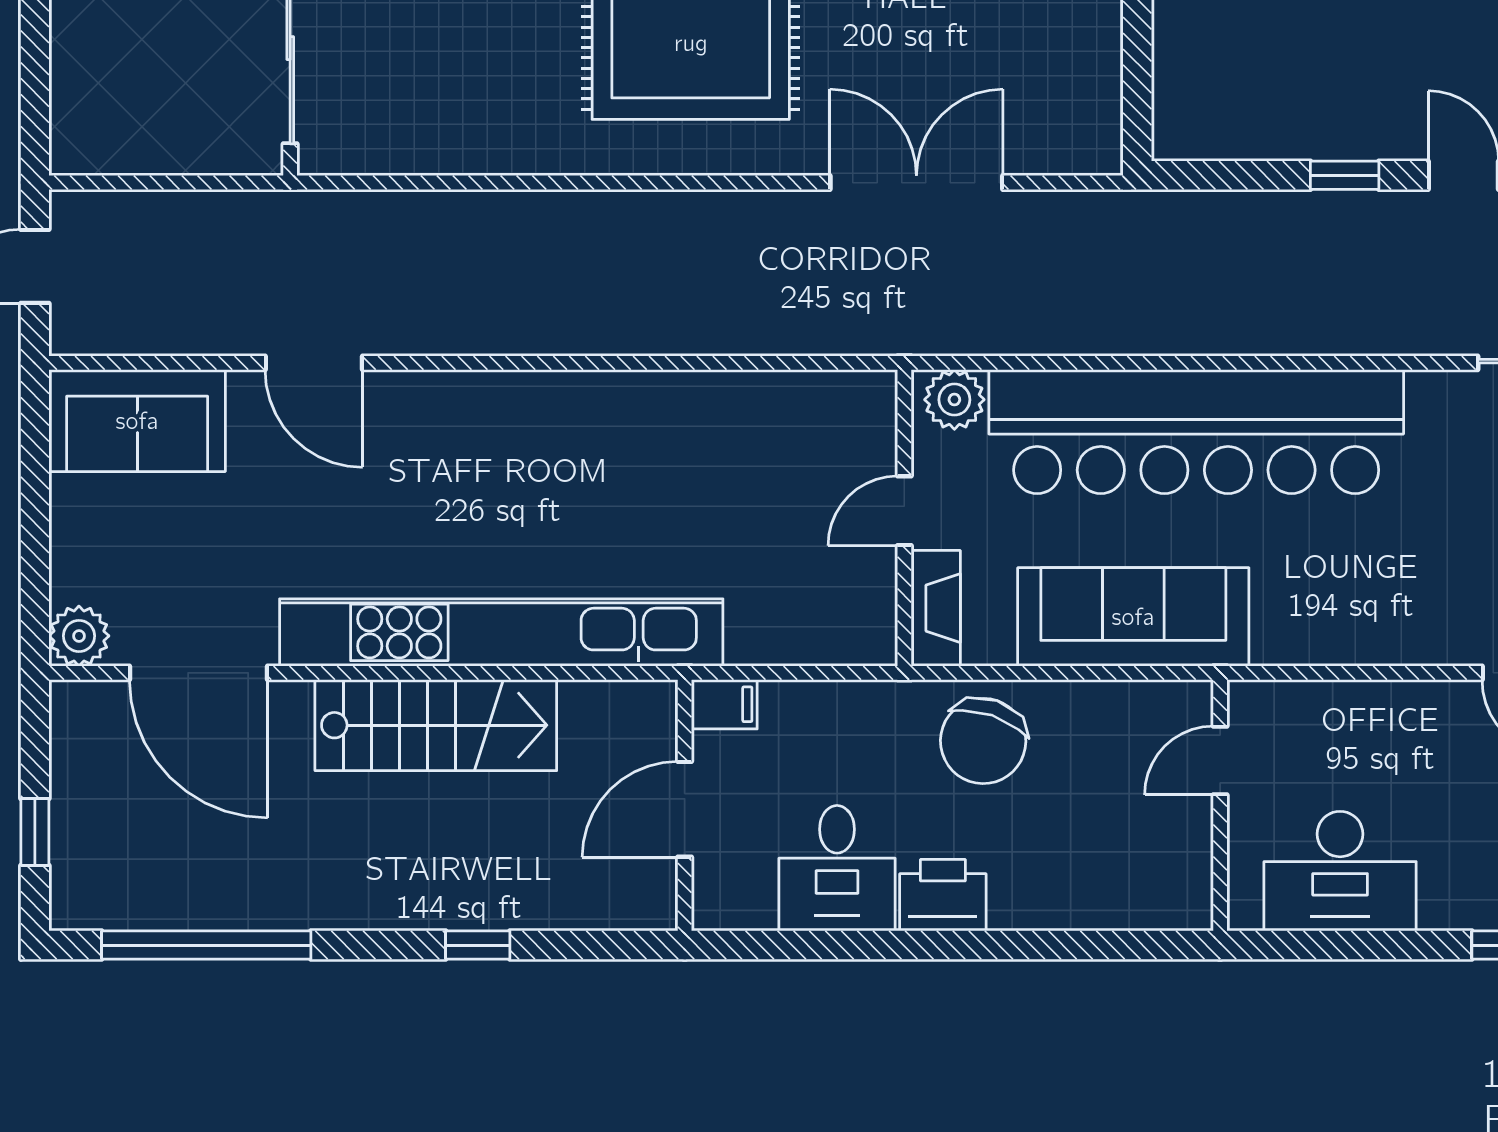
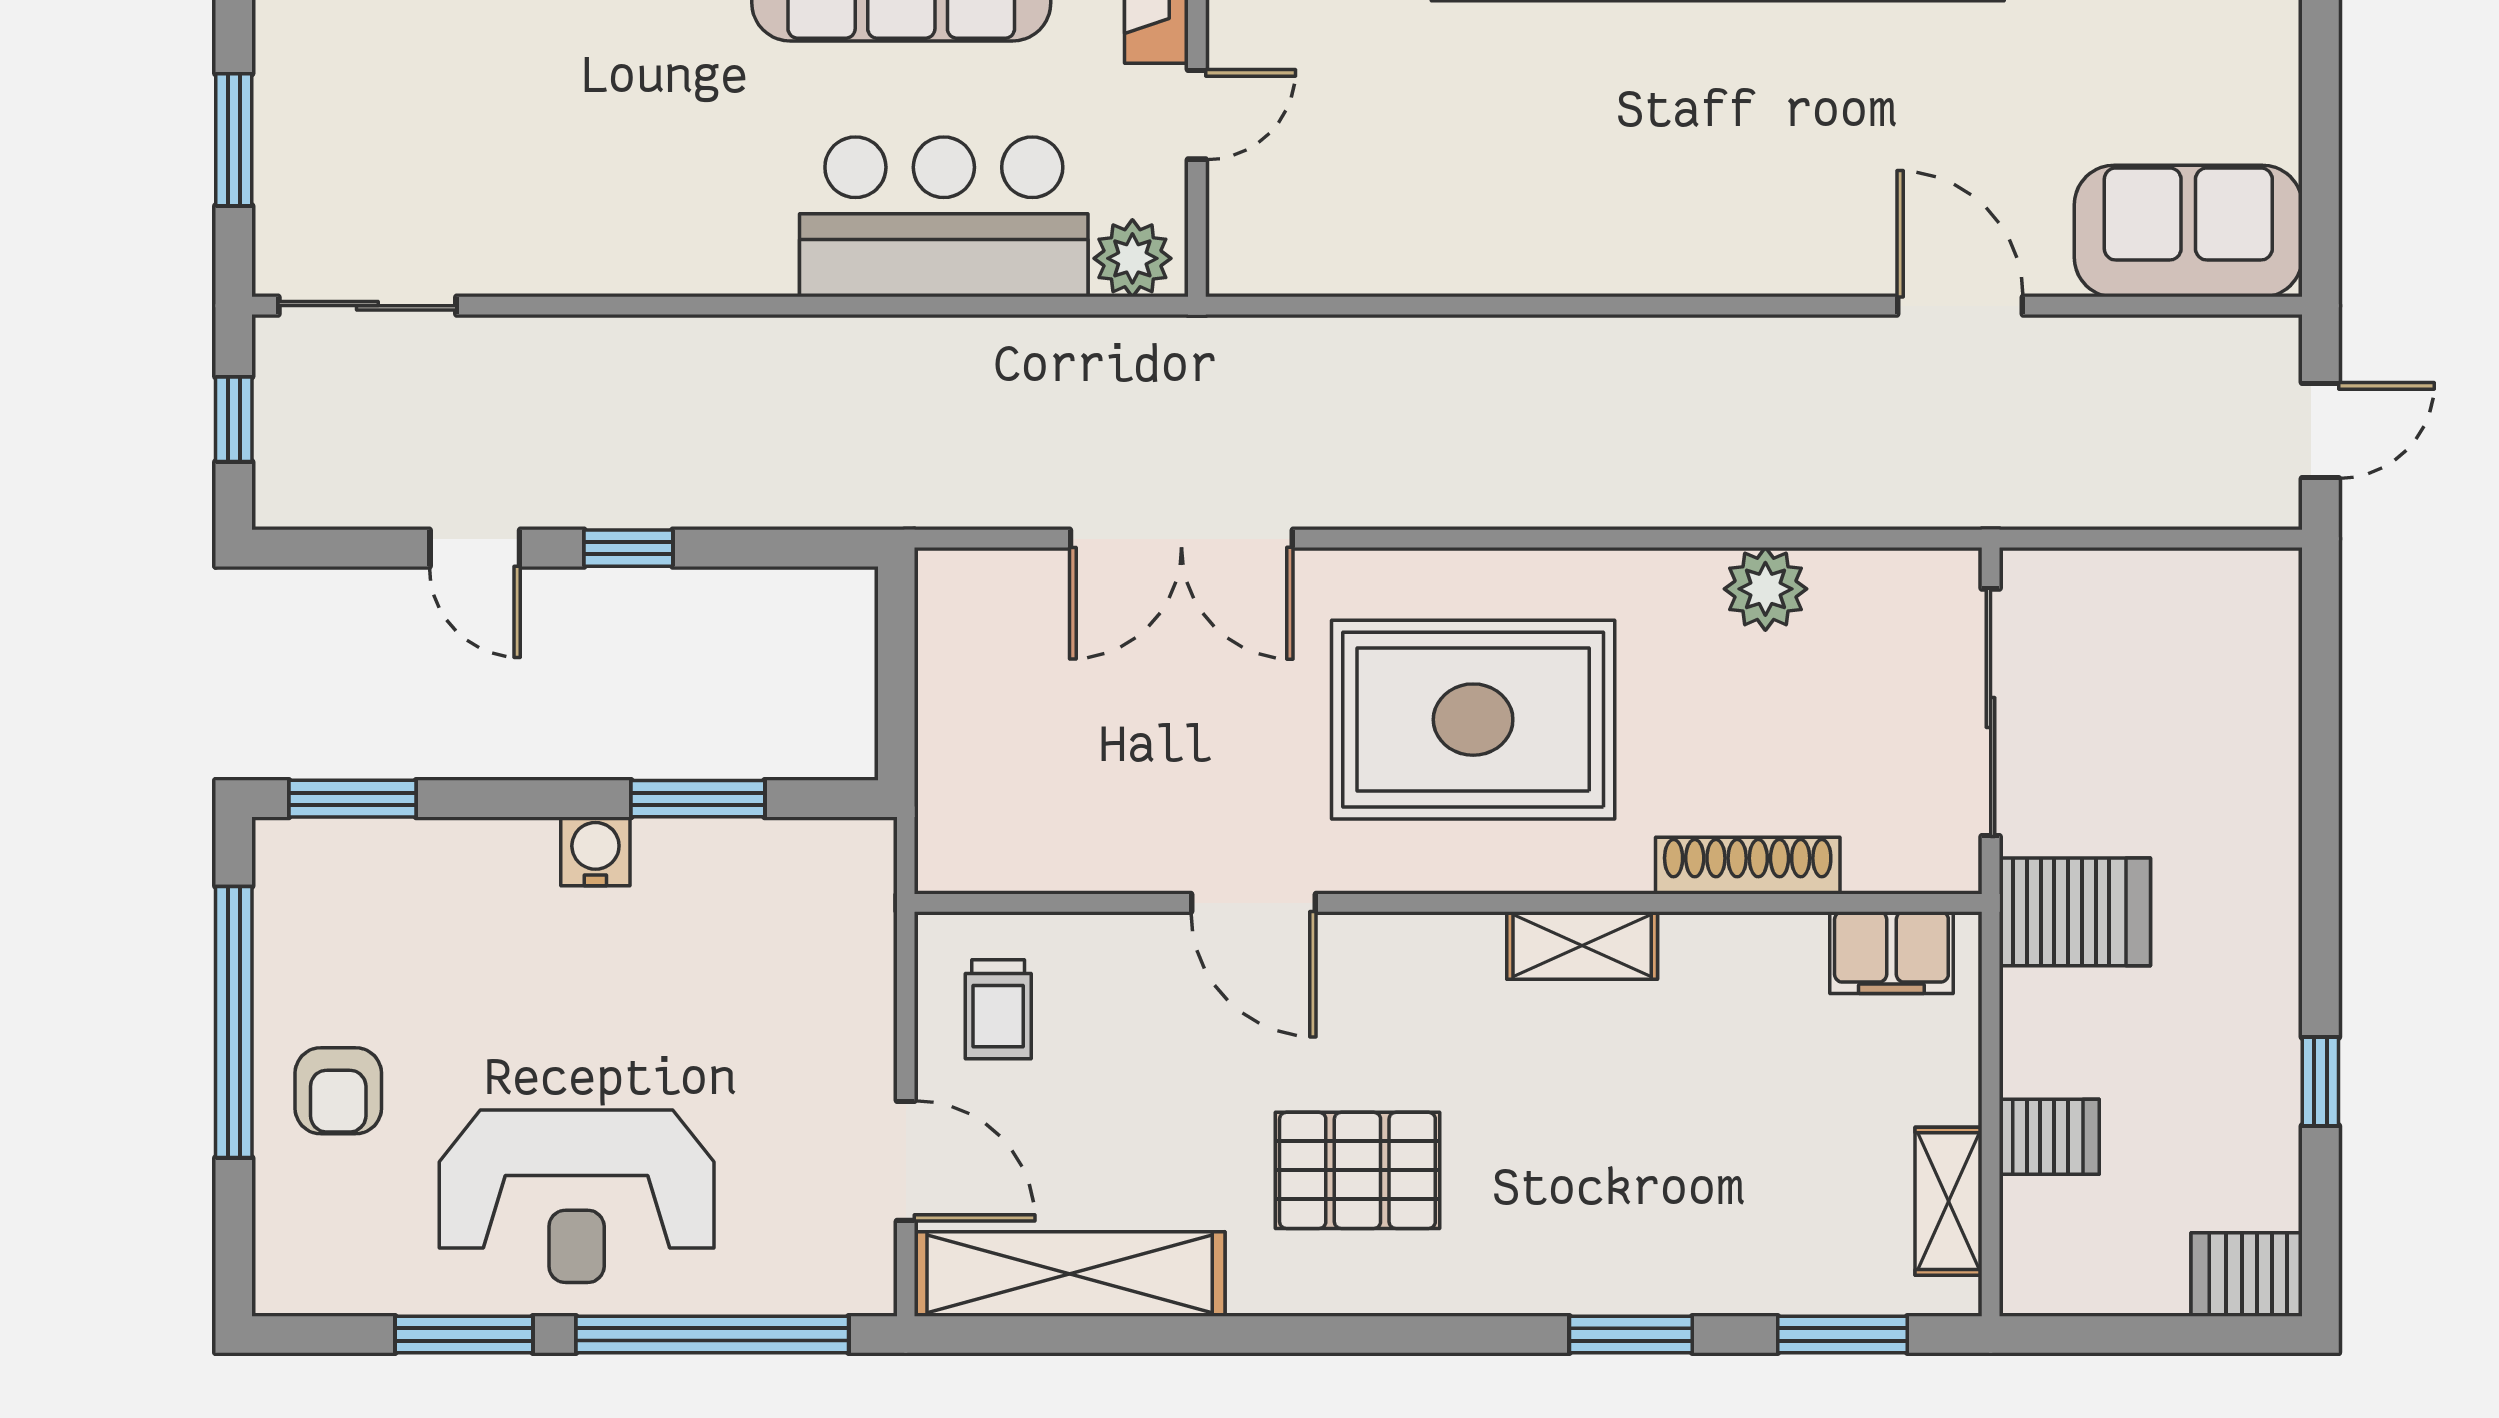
plant: (464, 144) -> (1765, 589), added
bar counter: (1196, 432) -> (944, 217), width x0.54

